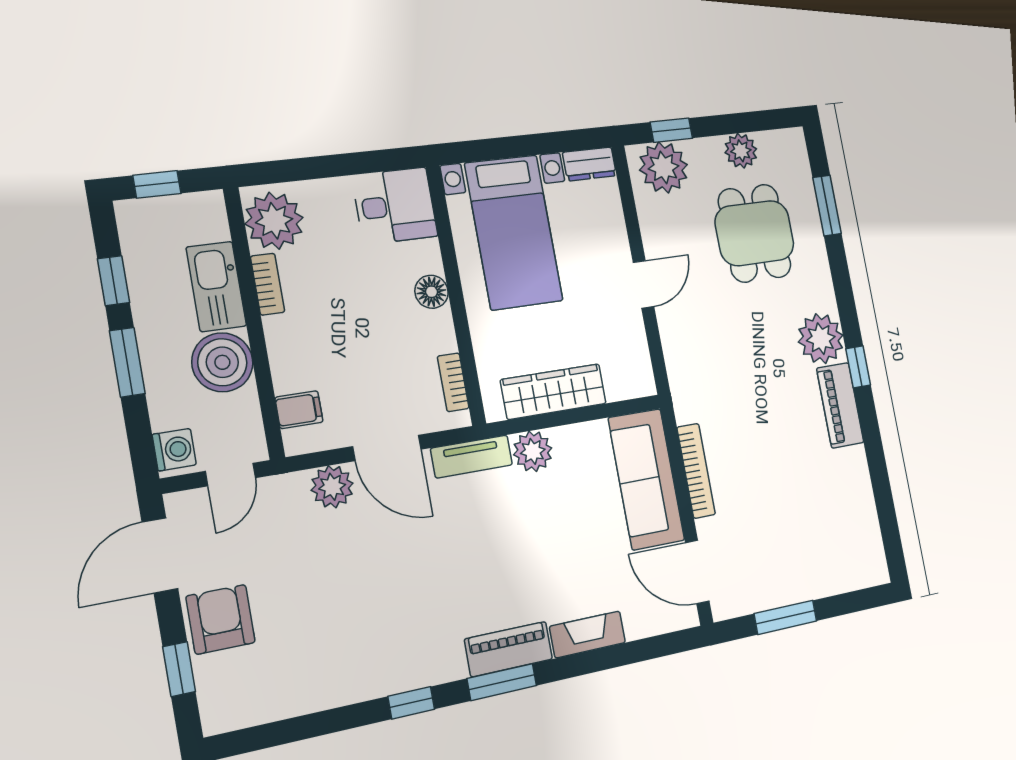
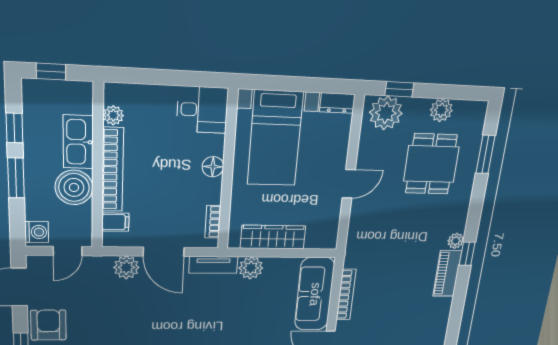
plant: (274, 221) -> (113, 115), width x0.53, depth x0.53
bookcase: (268, 284) -> (113, 170), width x2.31, depth x1.31
plant: (821, 339) -> (456, 241), width x0.53, depth x0.53

